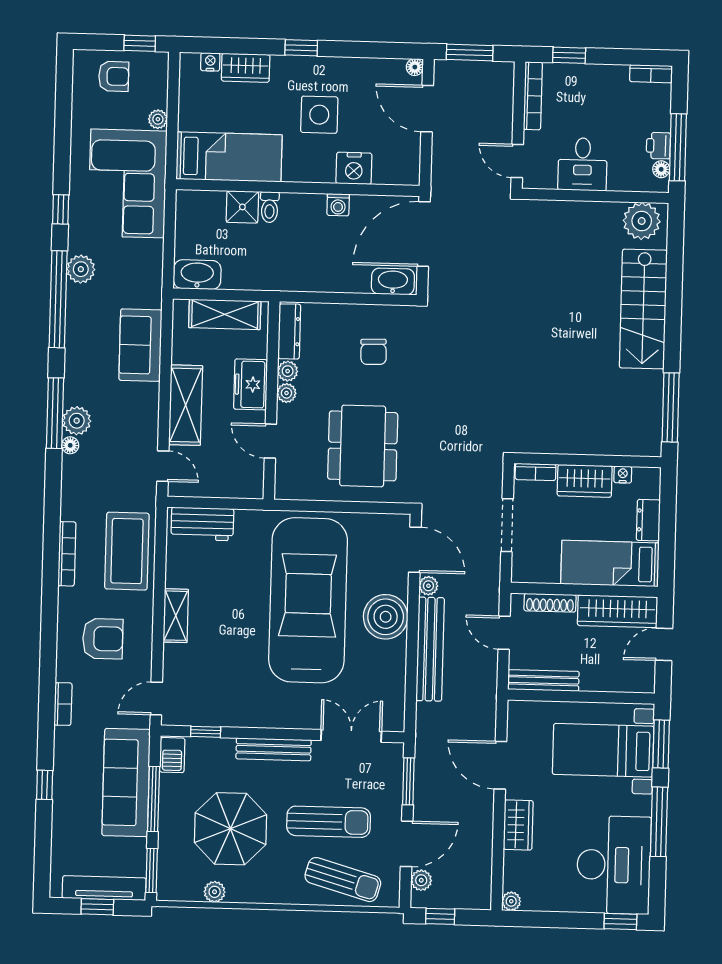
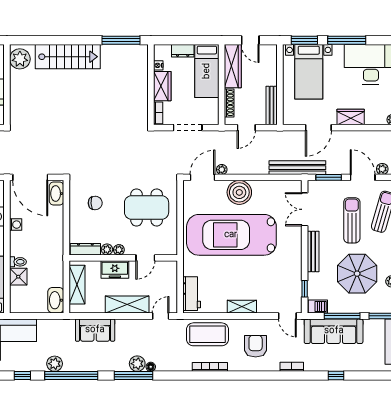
bench: (430, 649) -> (297, 168), moved

